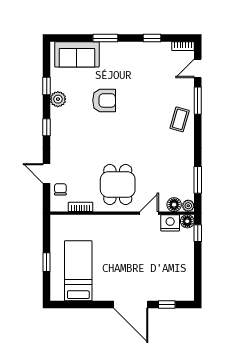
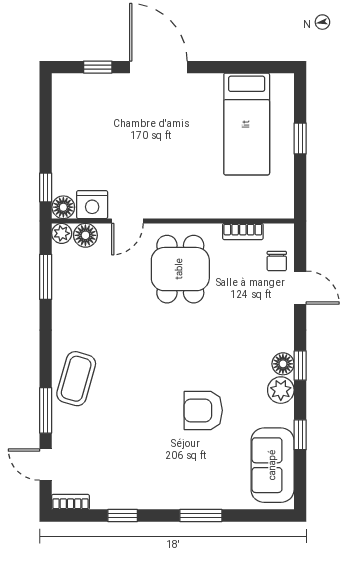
sofa: (77, 54) -> (273, 465), moved, turned -90
door: (198, 68) -> (46, 465), swing flipped
plant: (58, 99) -> (281, 390), moved
coffee table: (180, 119) -> (76, 379), width x1.36, depth x1.30
floor lamp: (57, 128) -> (283, 364), added

